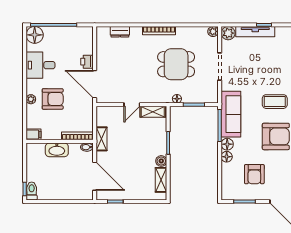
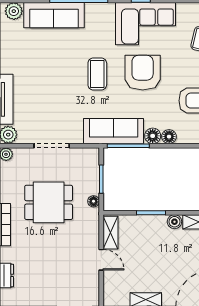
dining table: (176, 64) -> (49, 202), turned 90

